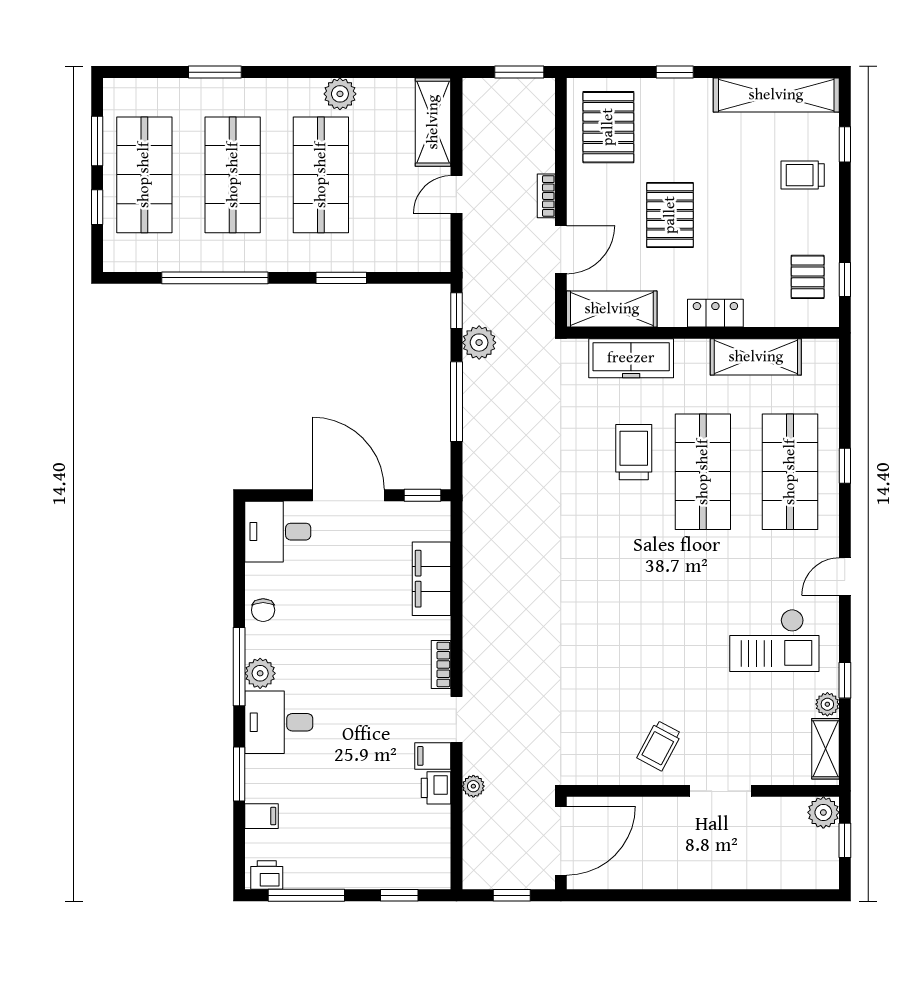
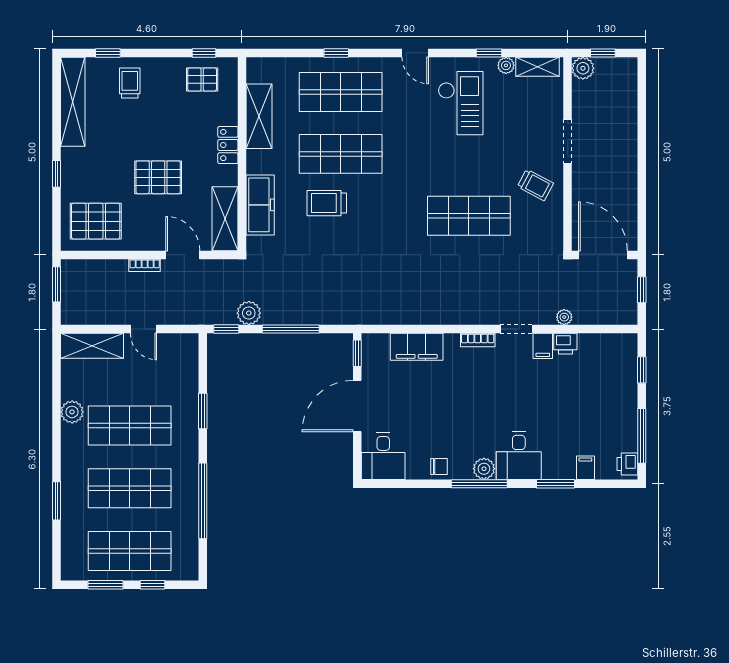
trolley: (803, 175) -> (130, 83), turned 180
shop shelf: (616, 652) -> (469, 216), added

